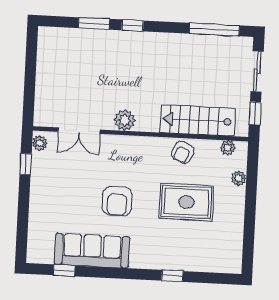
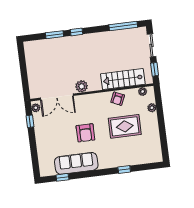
double door: (79, 131) -> (57, 97), width x1.37

